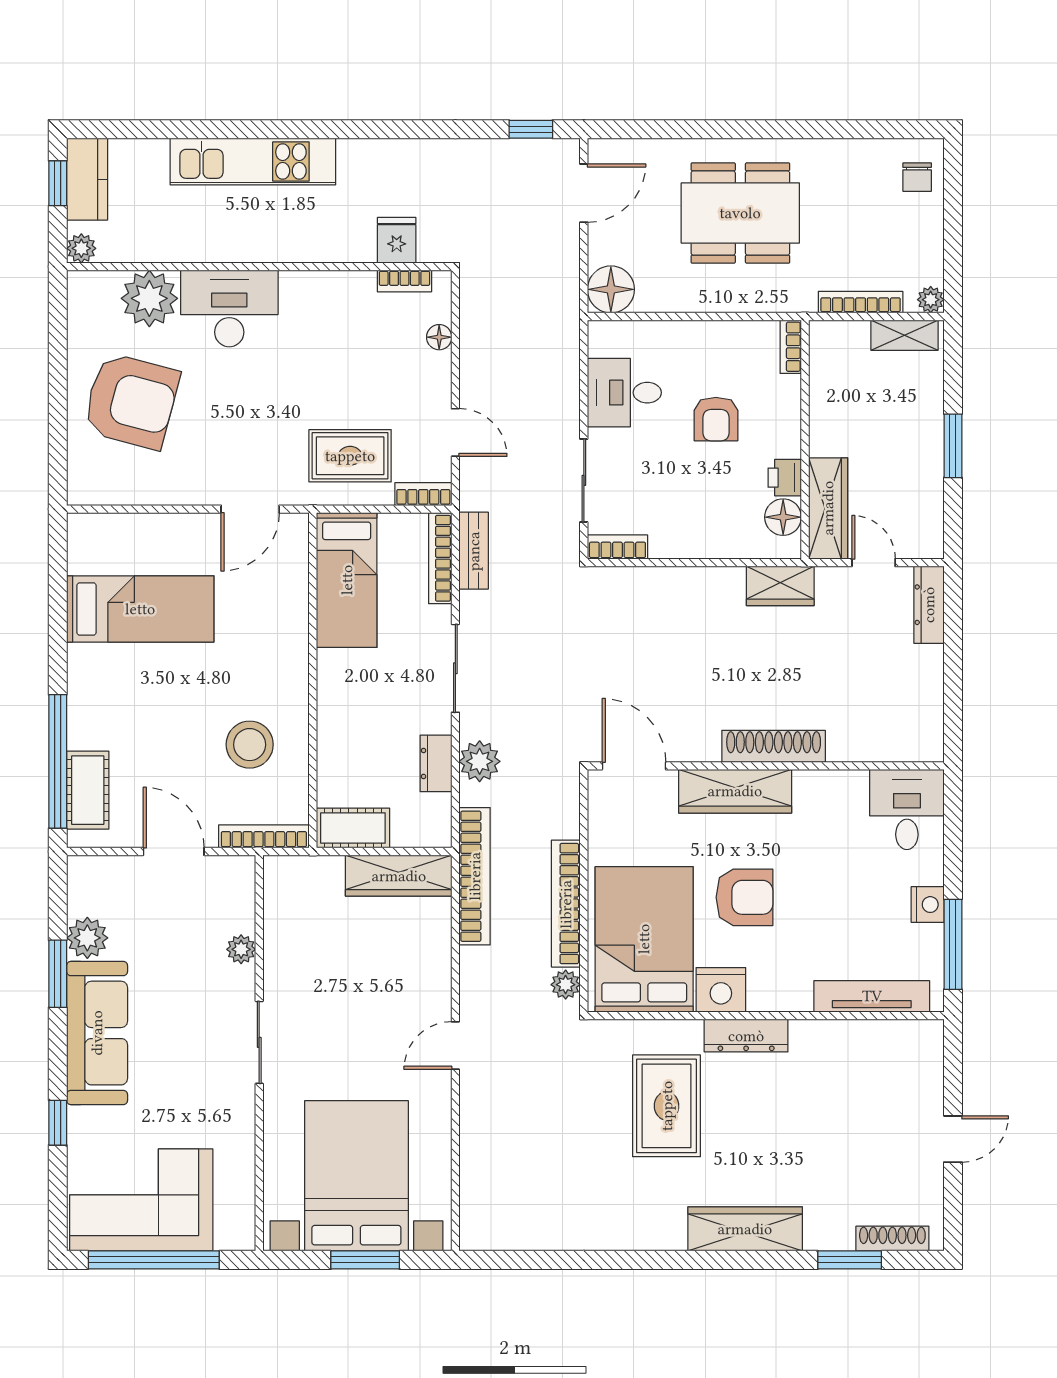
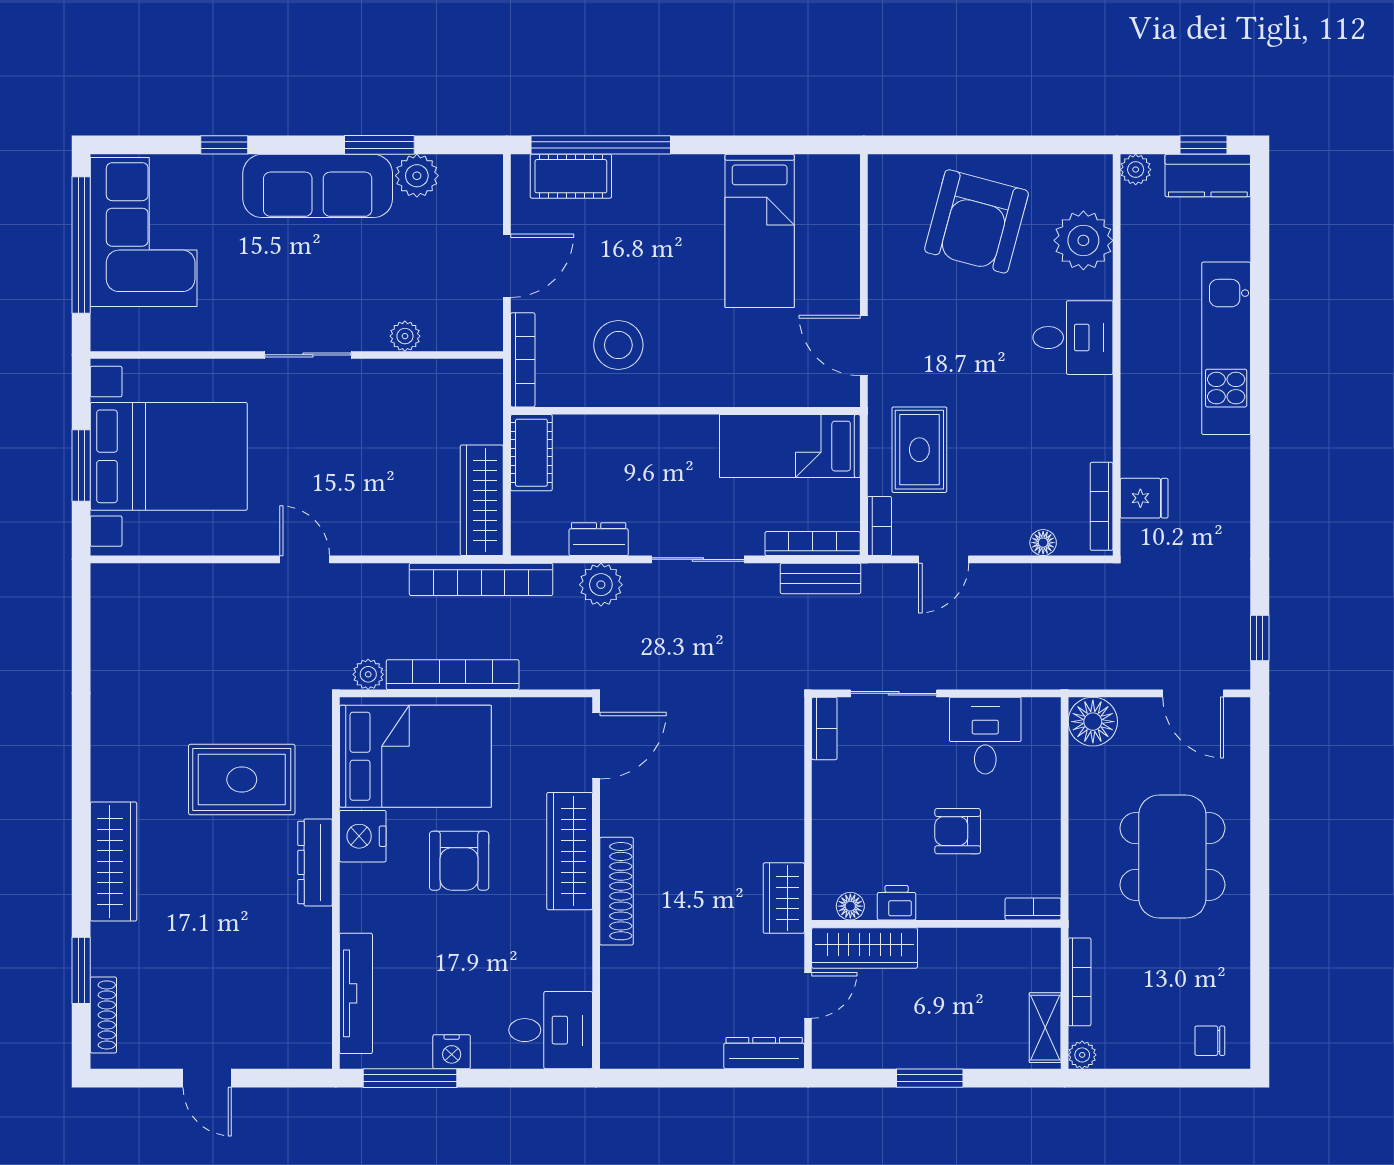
bookcase: (404, 281) -> (1102, 506), width x1.56
desk: (229, 308) -> (1073, 338), width x0.73
floor lamp: (783, 517) -> (850, 906), width x0.73, depth x0.73

